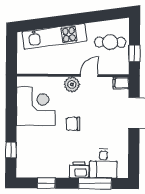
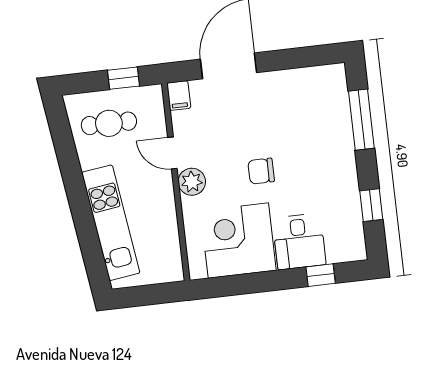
cafe table: (110, 42) -> (109, 123), turned 90
chair: (73, 124) -> (261, 171), turned 90
desk: (103, 163) -> (299, 241), moved, turned 90
printer: (79, 170) -> (341, 151), removed

